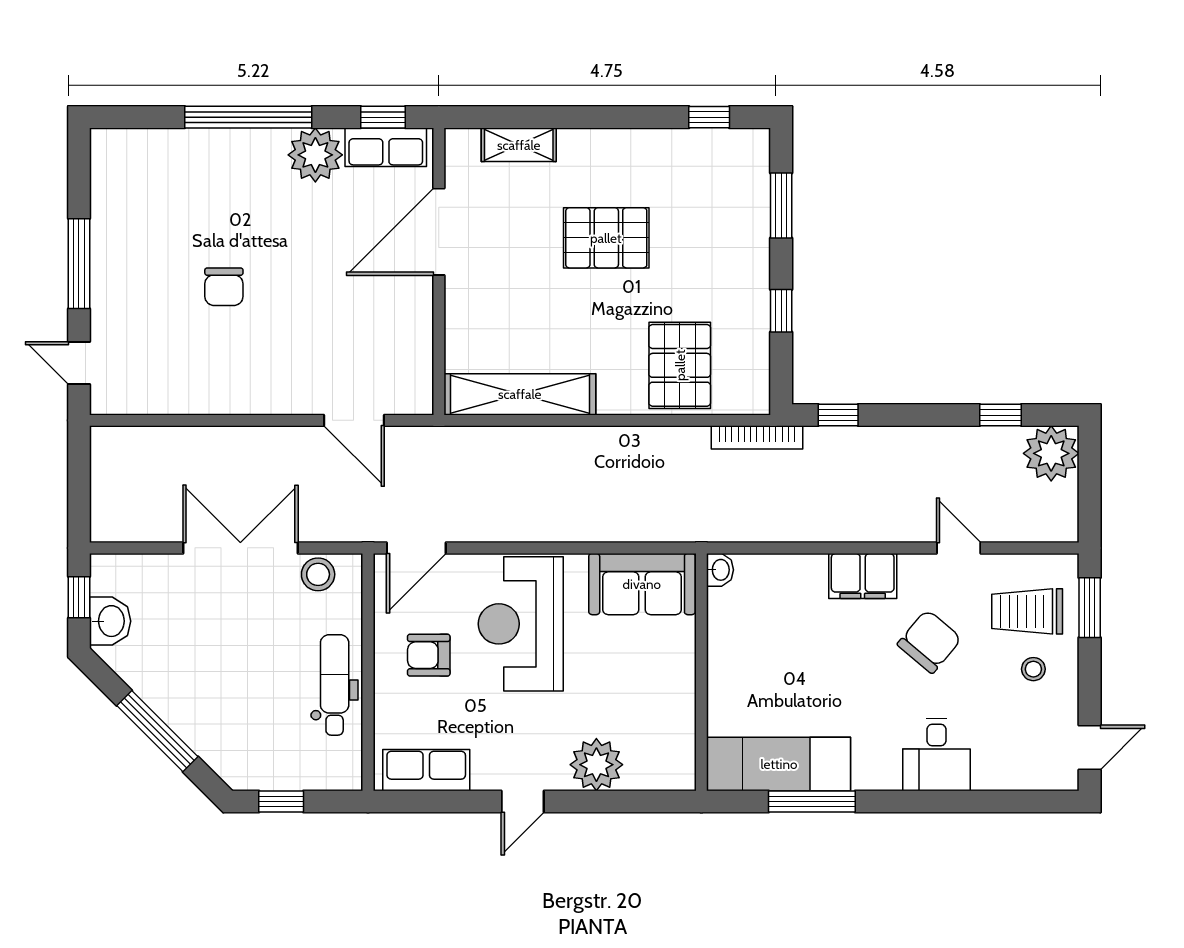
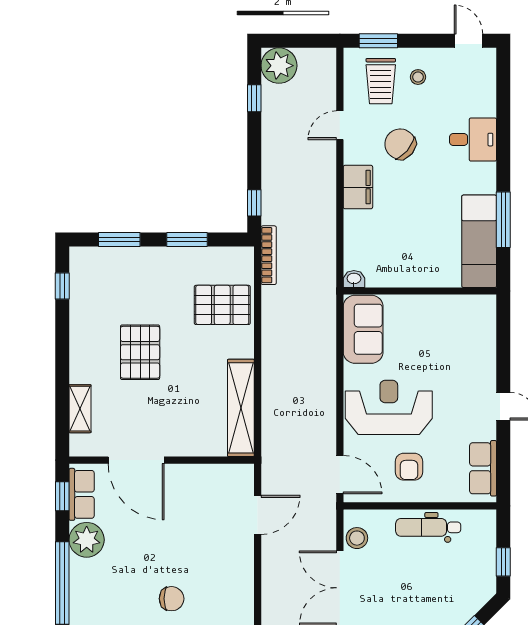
window: (781, 311) -> (187, 240), width x1.50
reception desk: (521, 624) -> (389, 407), turned 180
plant: (596, 765) -> (480, 359), removed

